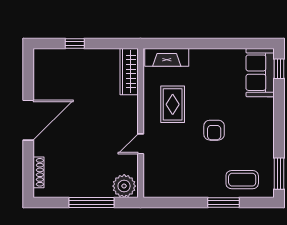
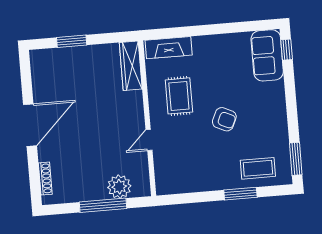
window: (75, 43) -> (72, 41), width x1.50
armchair: (214, 130) -> (224, 119), turned -65
plant: (124, 186) -> (119, 187), moved

